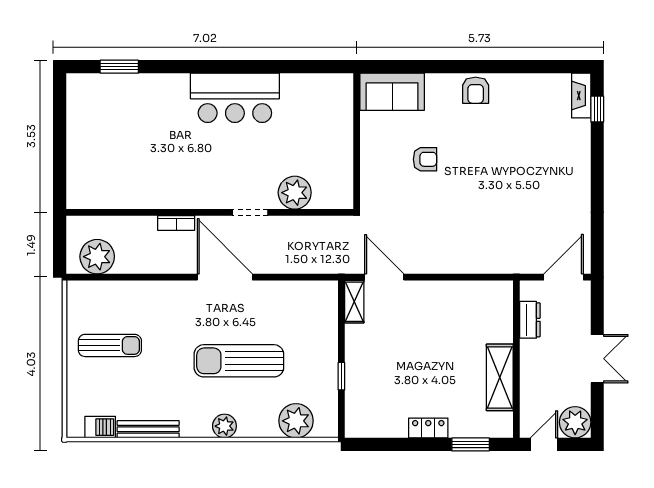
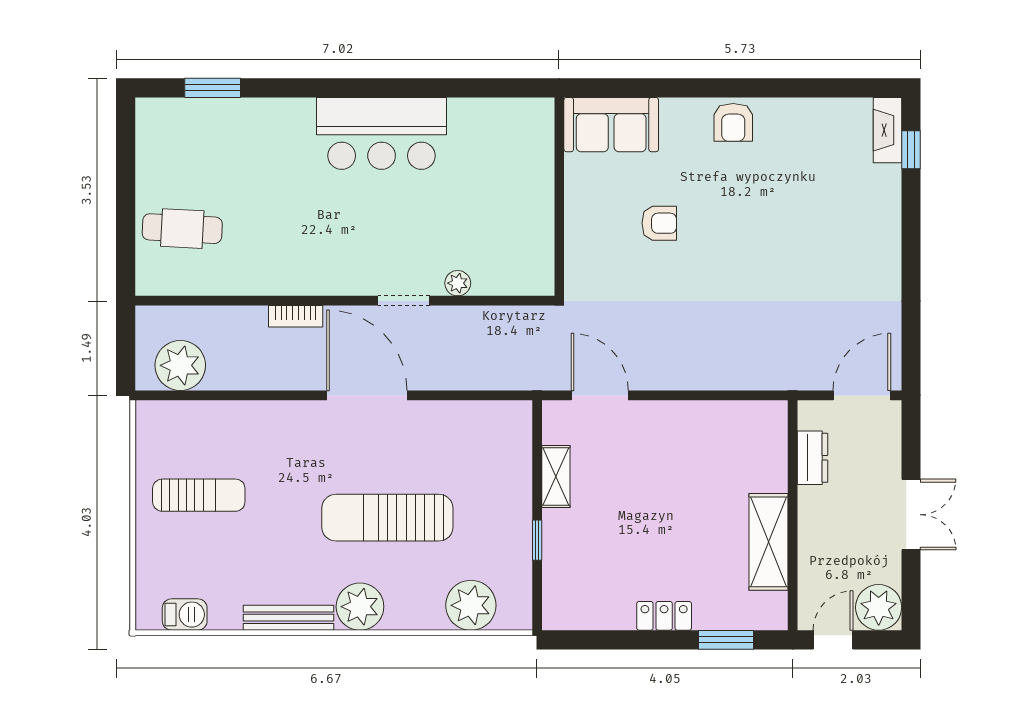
cafe table: (98, 163) -> (182, 229), added
plant: (295, 193) -> (458, 283), width x0.53, depth x0.53
shelving: (354, 302) -> (556, 476), moved
plant: (224, 426) -> (360, 607), width x1.36, depth x1.36
bench: (148, 429) -> (289, 618), moved

